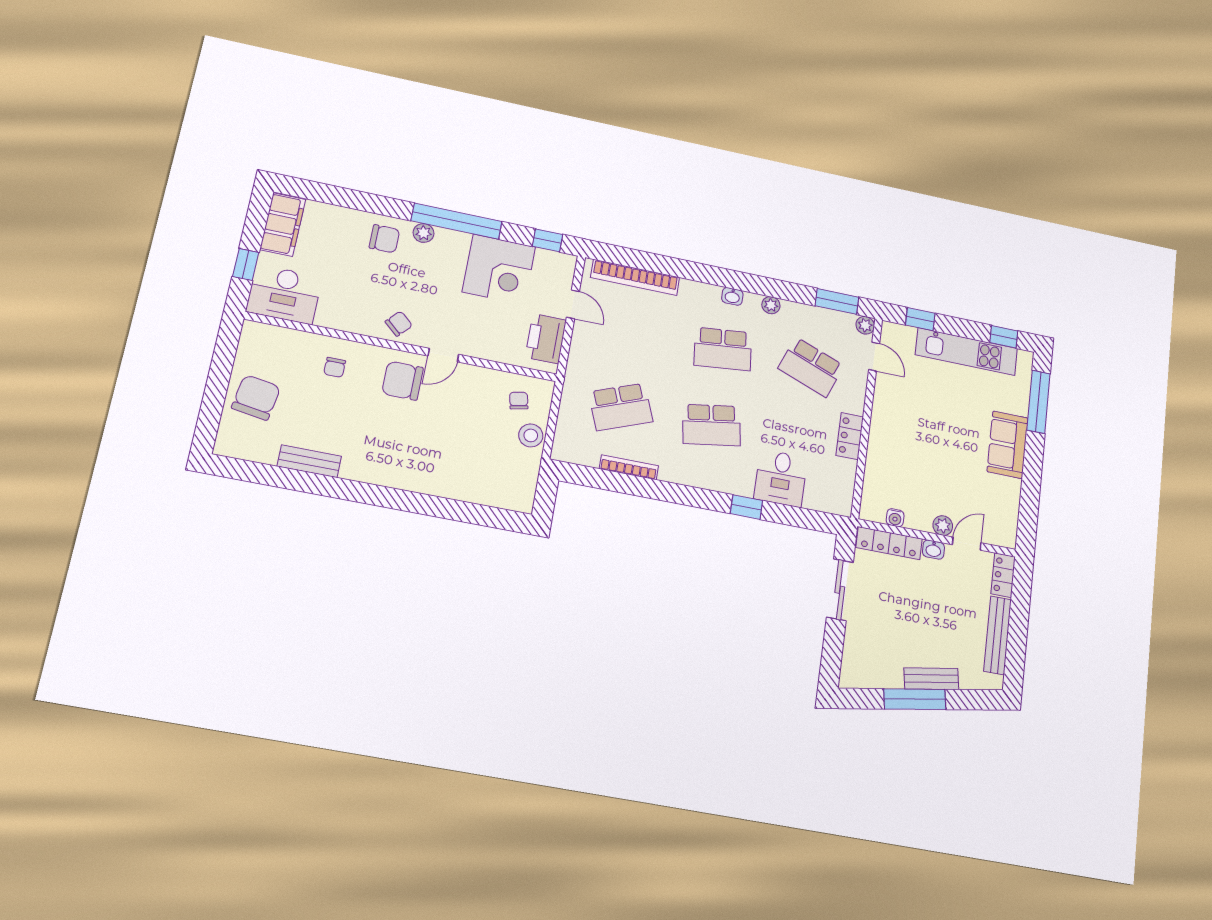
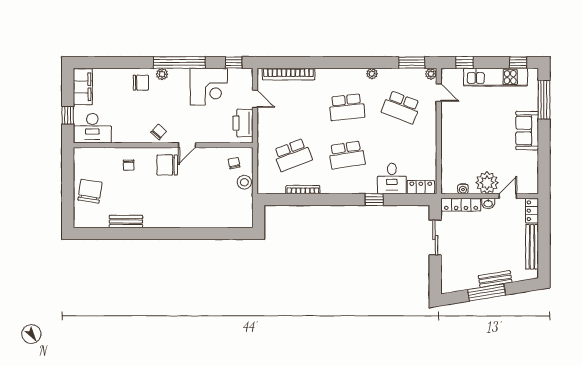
washbasin: (732, 296) -> (348, 73), removed
locker: (850, 436) -> (421, 187), moved, turned 90
plant: (943, 526) -> (487, 183), width x1.88, depth x1.88

